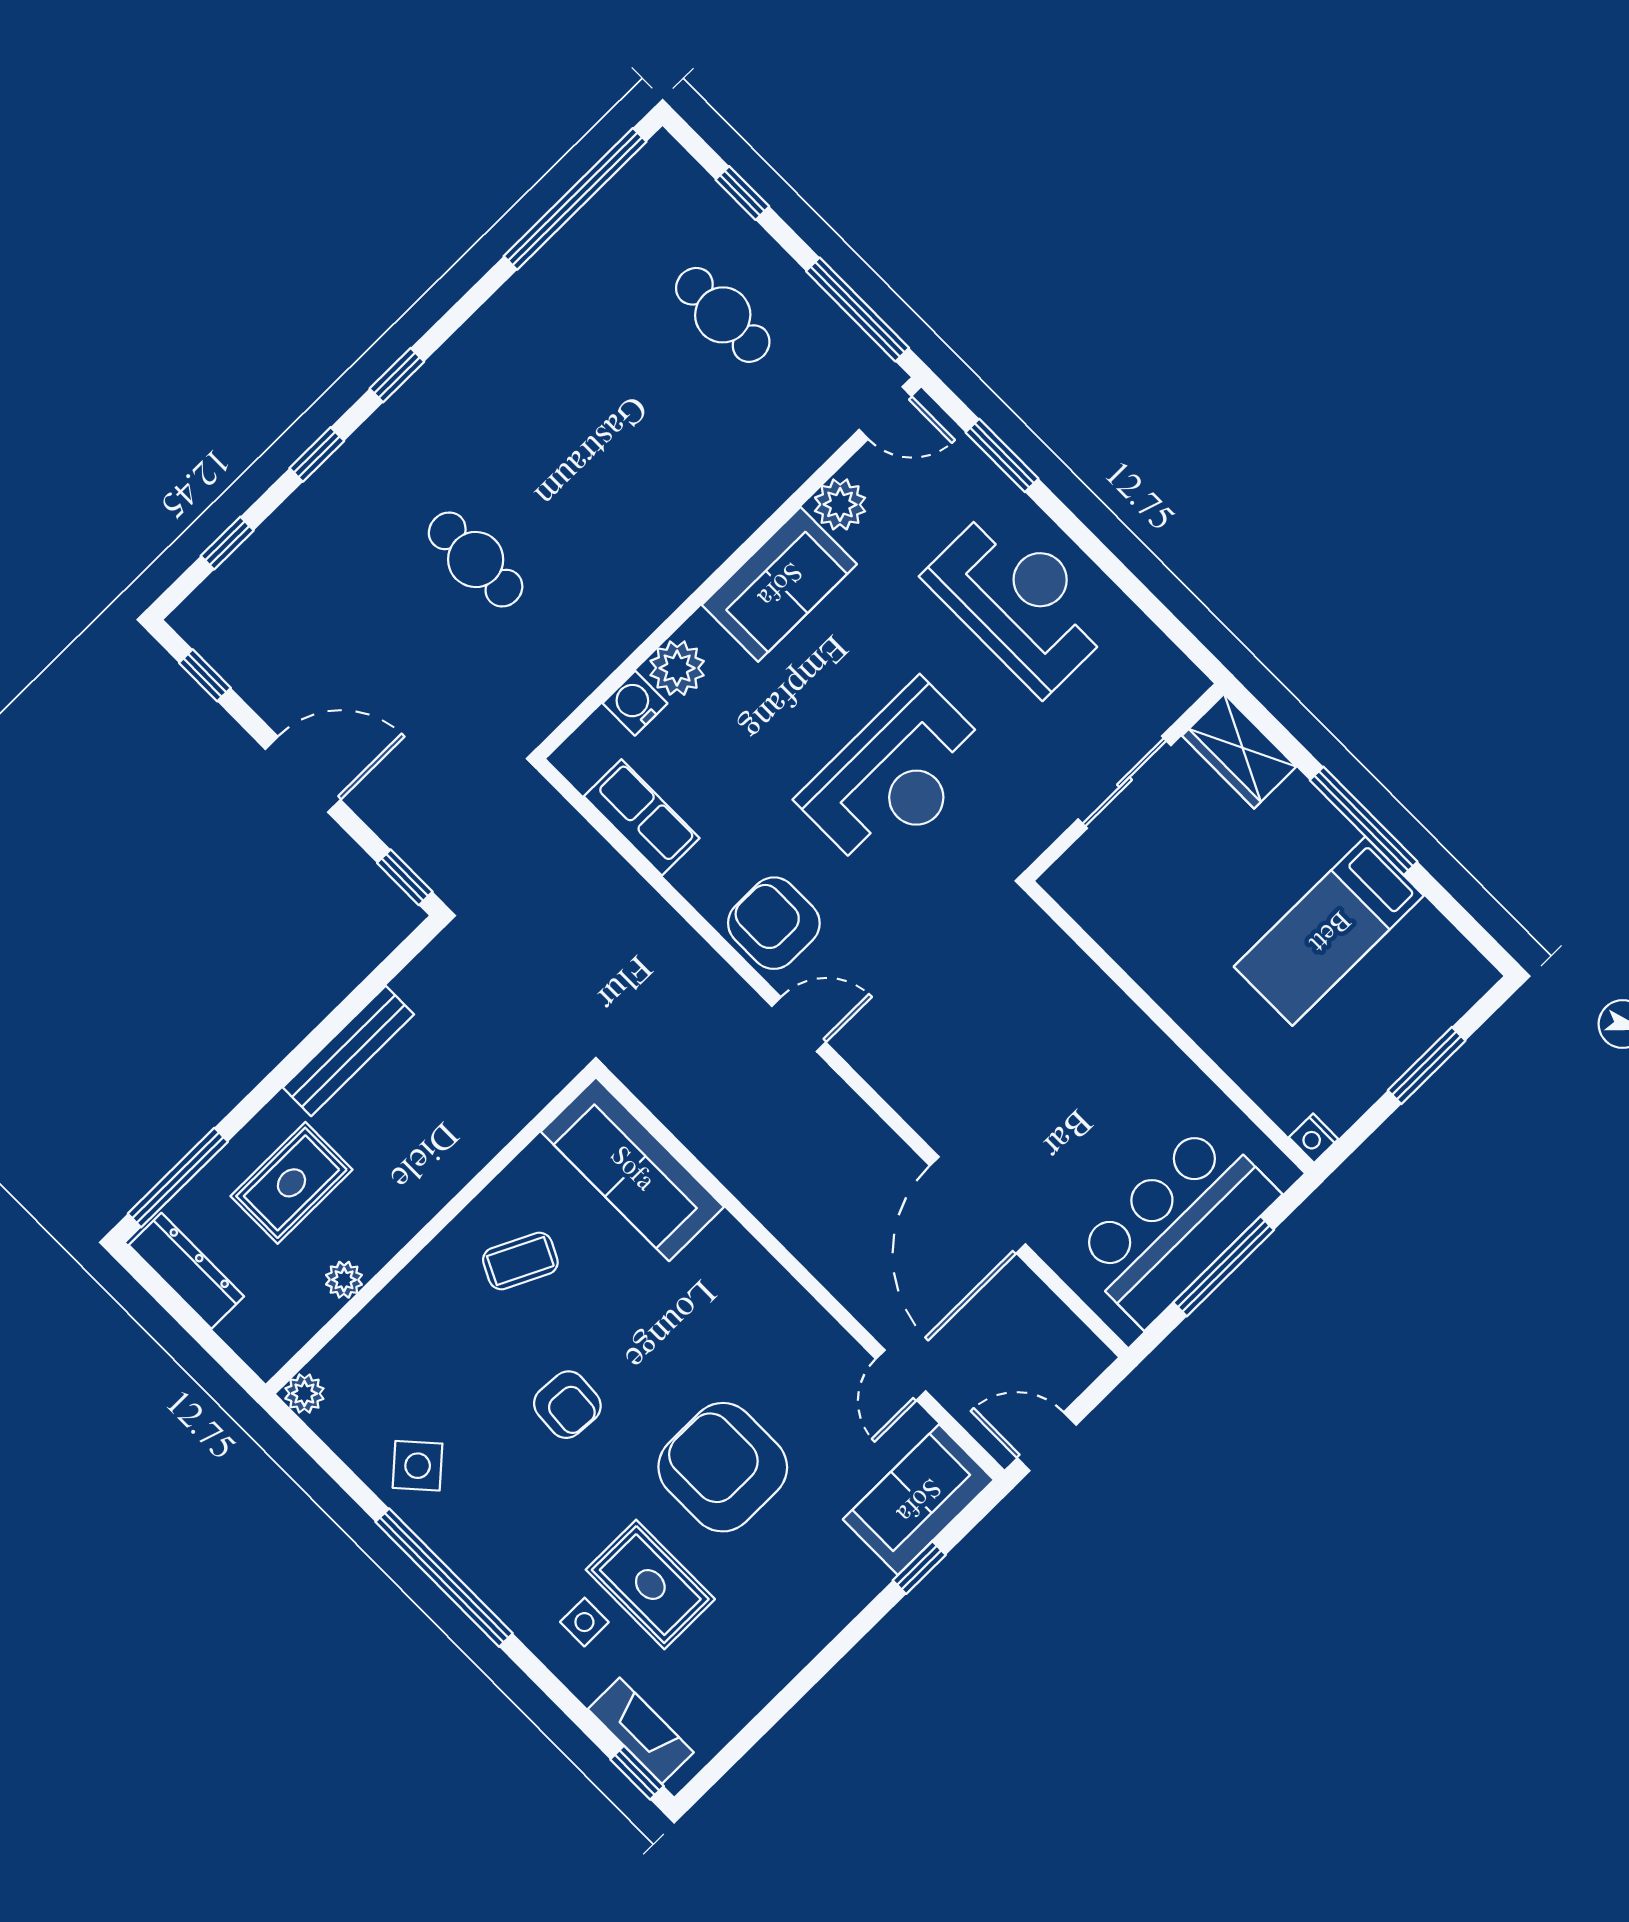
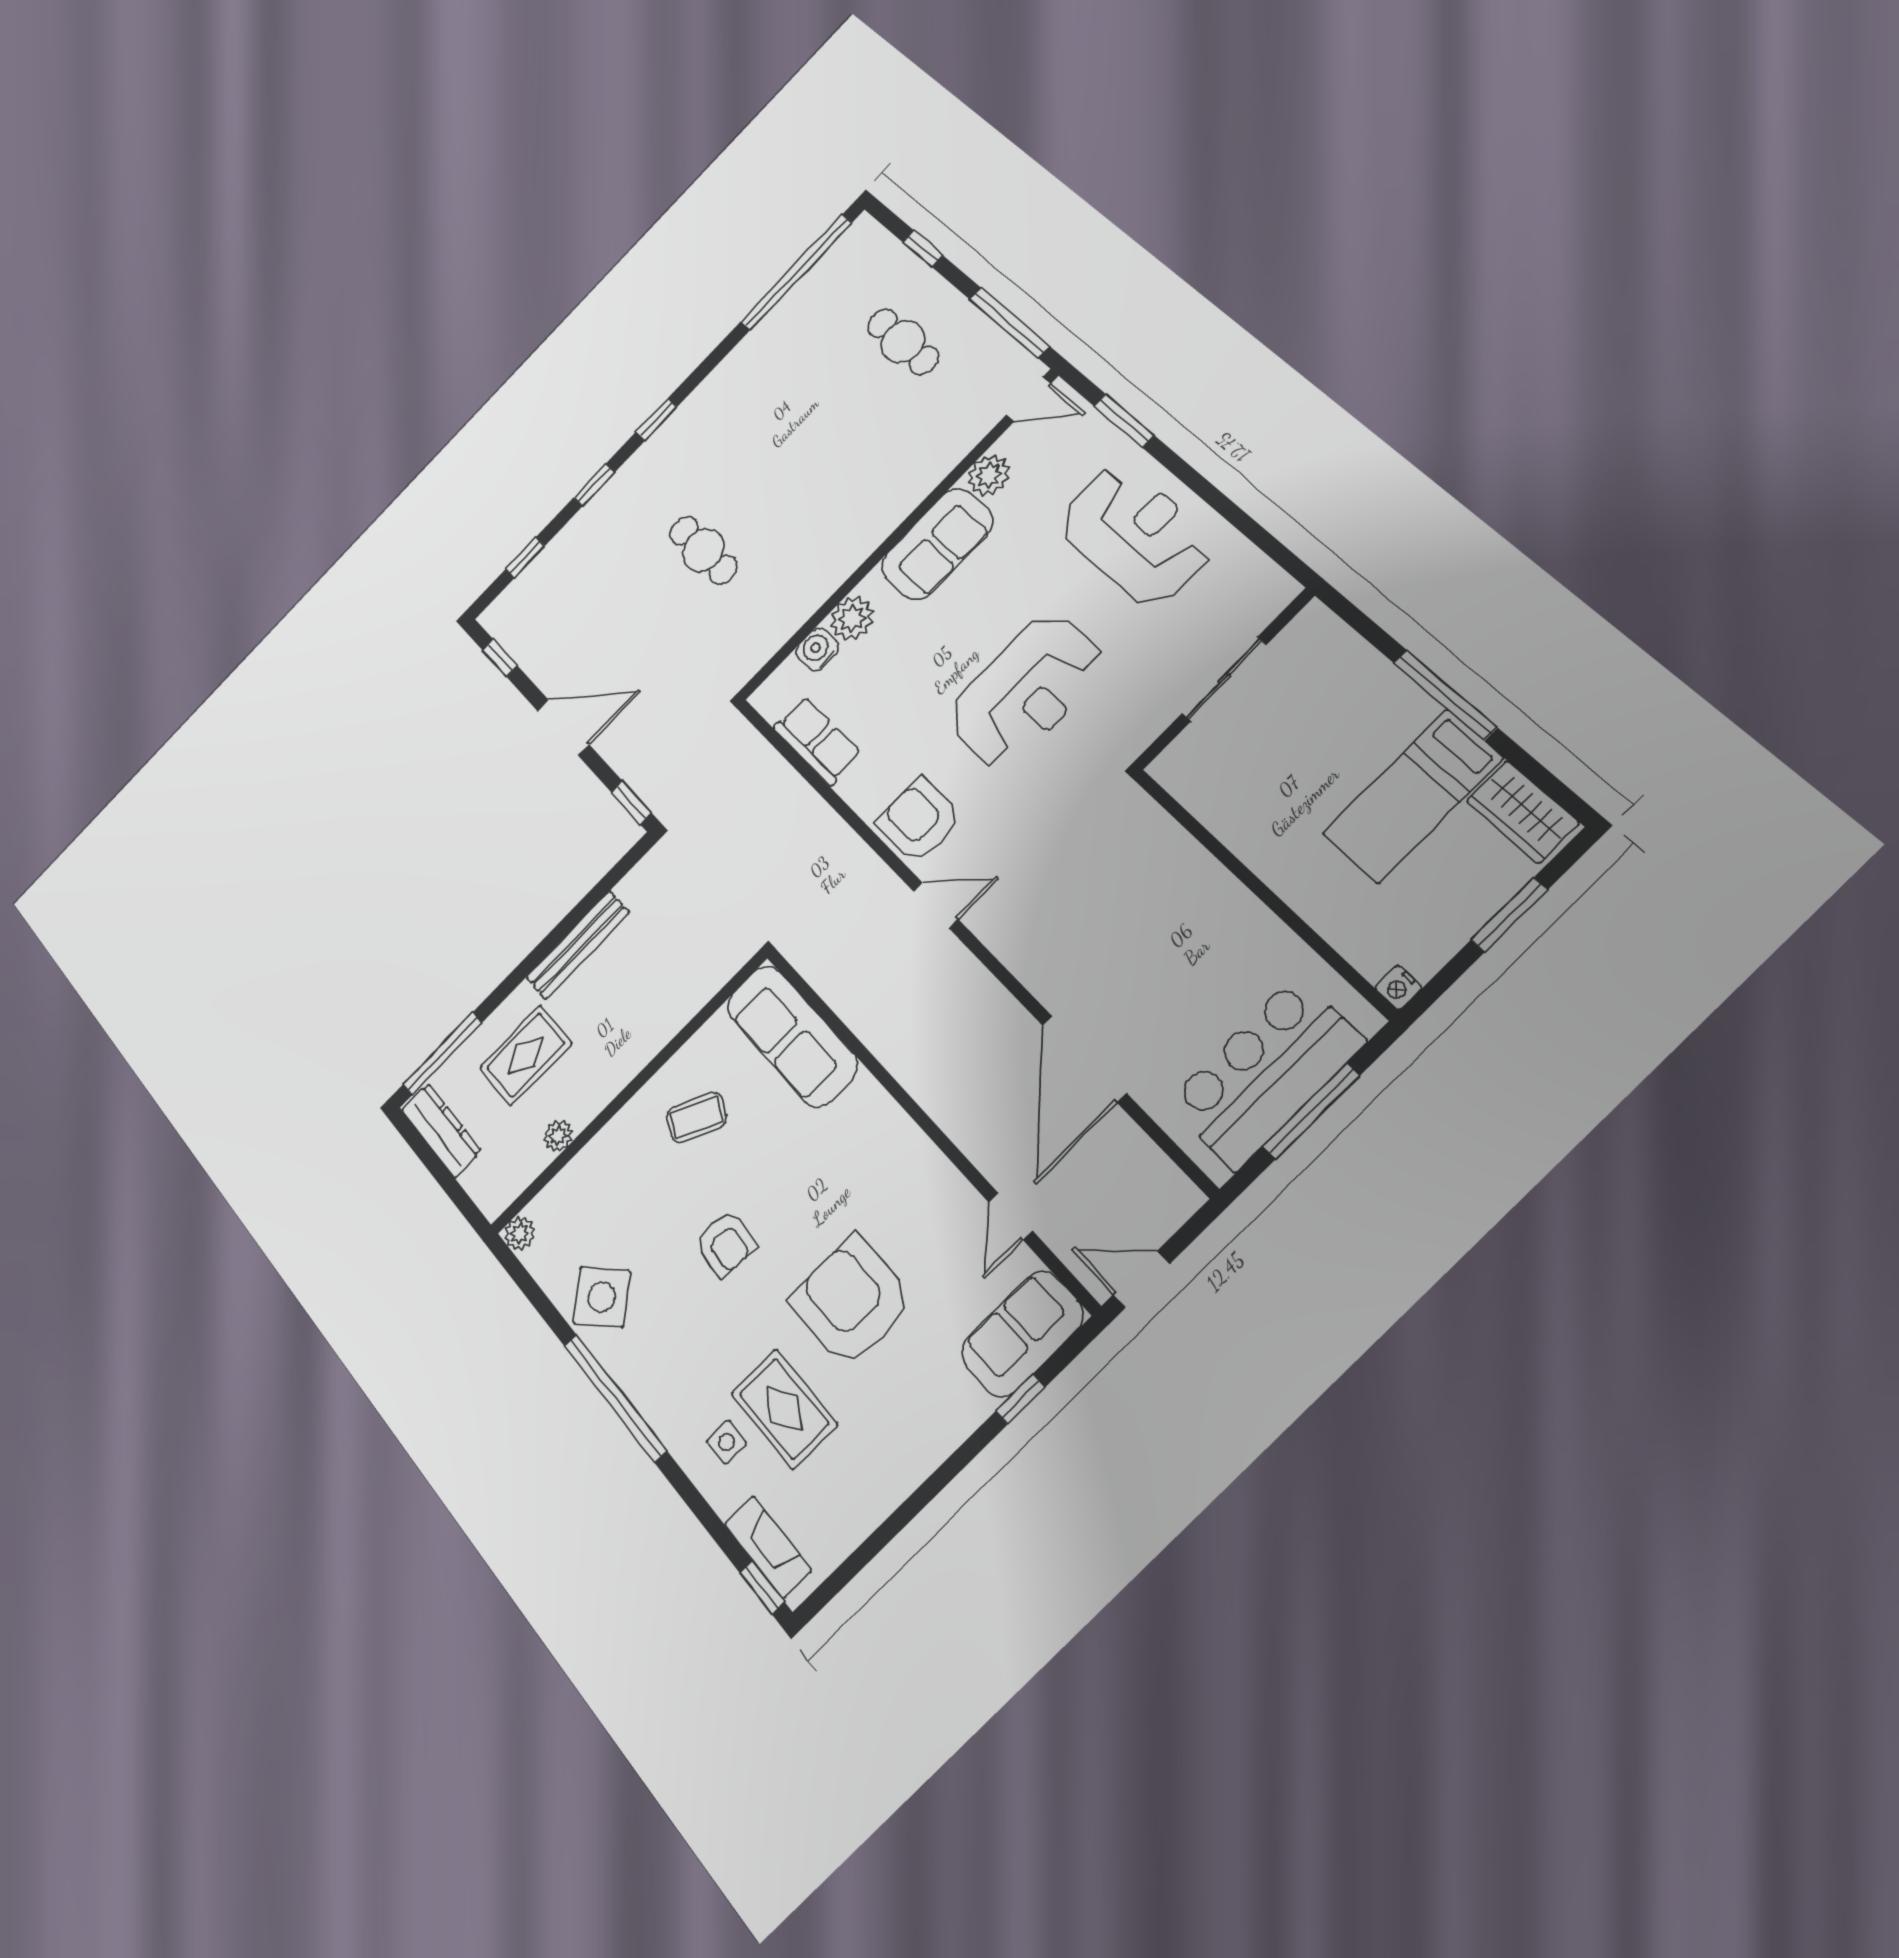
wardrobe: (1239, 751) -> (1523, 812), moved
side table: (418, 1466) -> (602, 1297), width x1.37, depth x1.37

